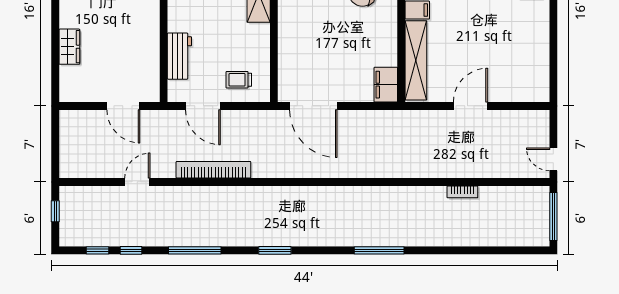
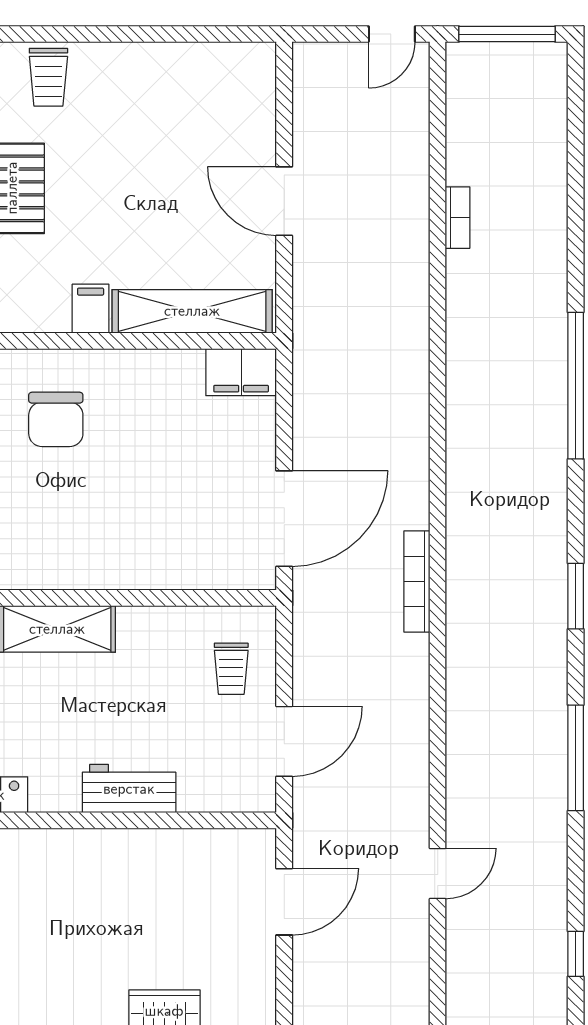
workbench: (179, 56) -> (129, 789), moved
bookcase: (213, 170) -> (417, 581), moved, width x0.68, depth x0.76
door: (137, 182) -> (438, 873), swing flipped
window: (131, 250) -> (576, 886), removed
window: (379, 250) -> (576, 386), width x1.46

